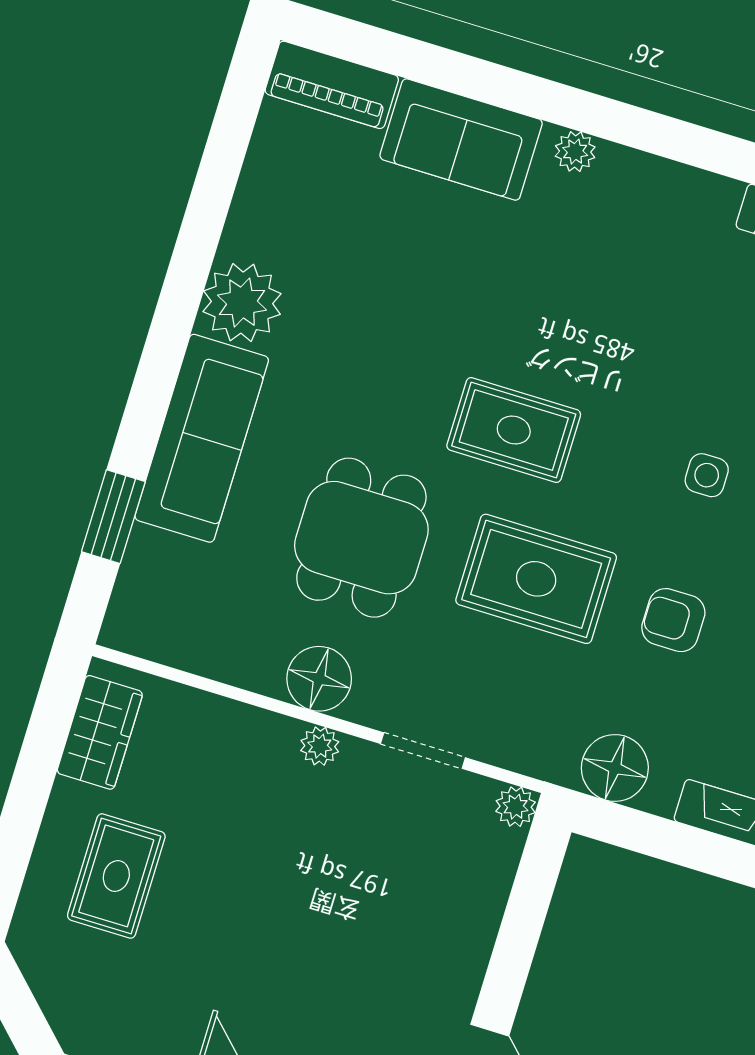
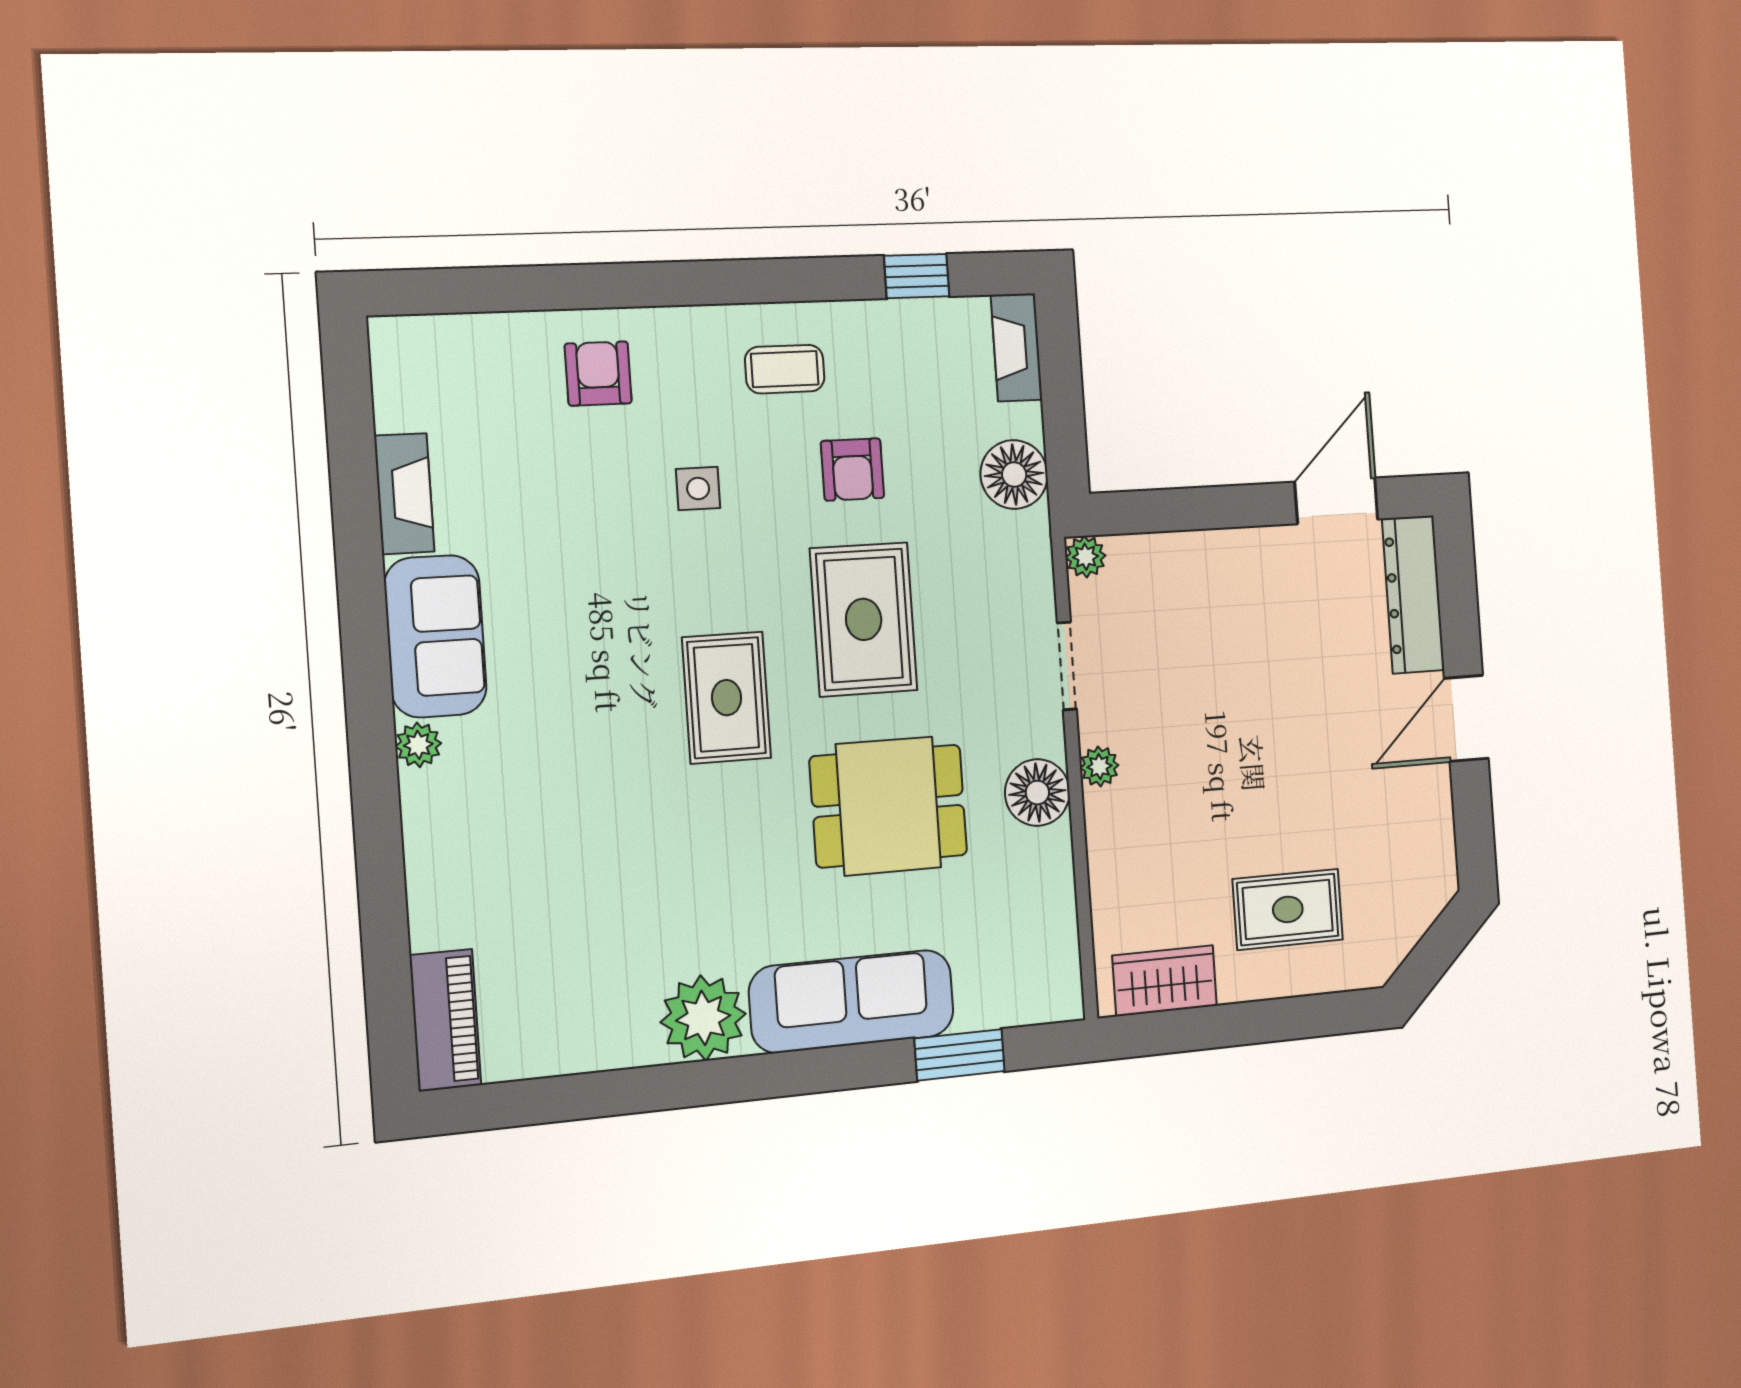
sofa: (461, 139) -> (435, 636), moved

